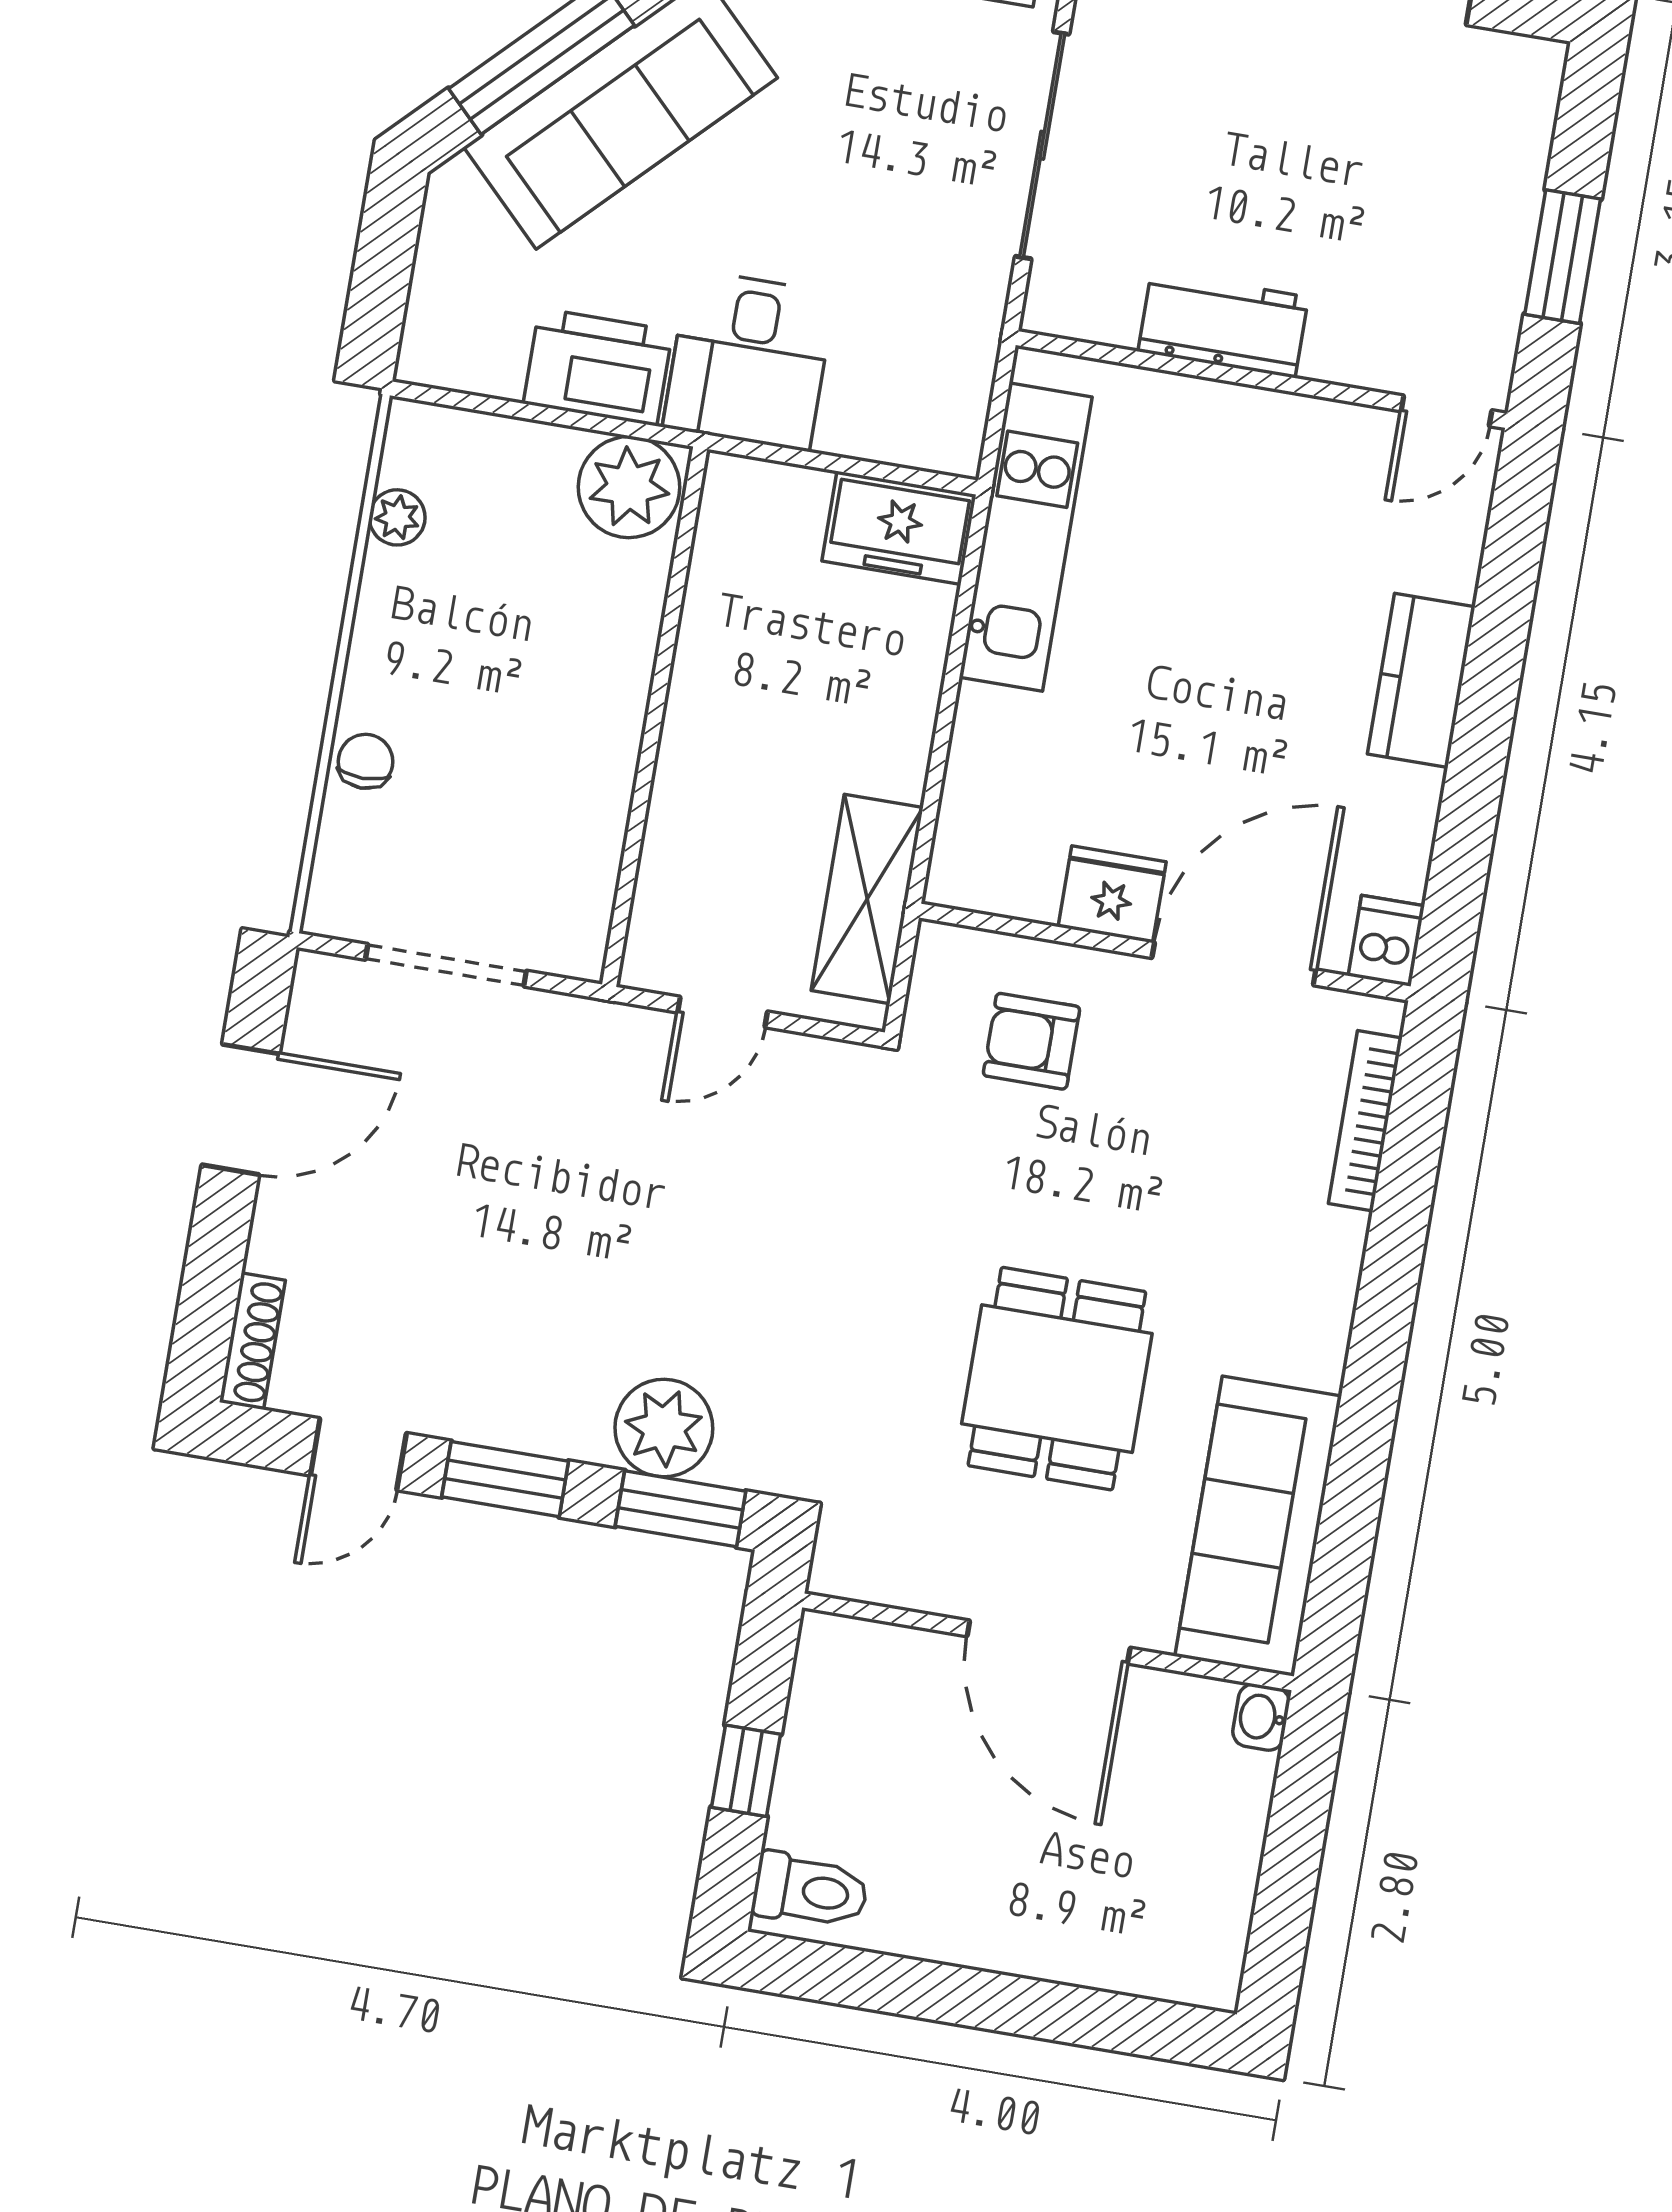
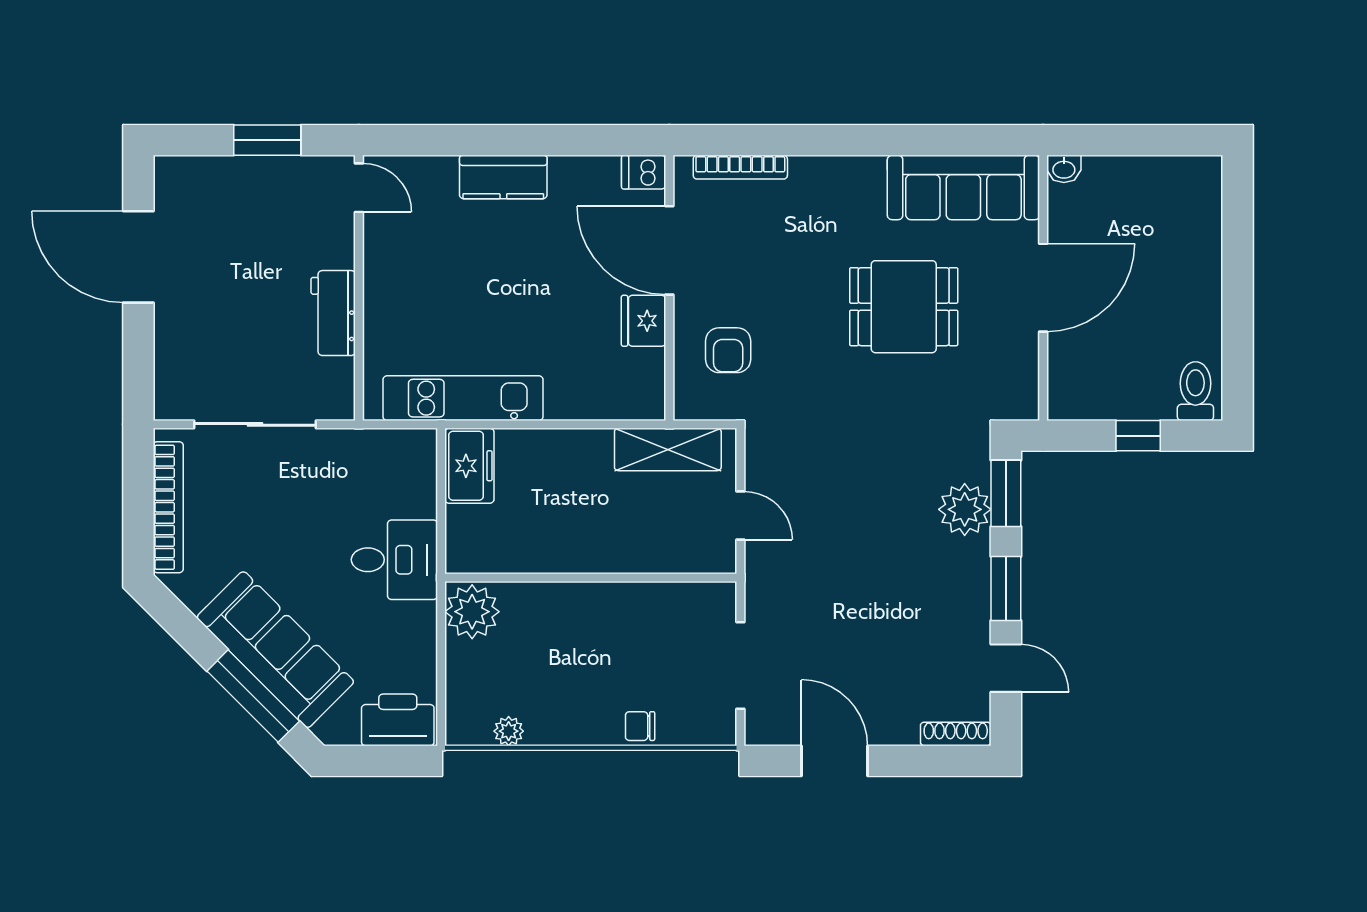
printer: (598, 367) -> (398, 720), moved, turned 90

